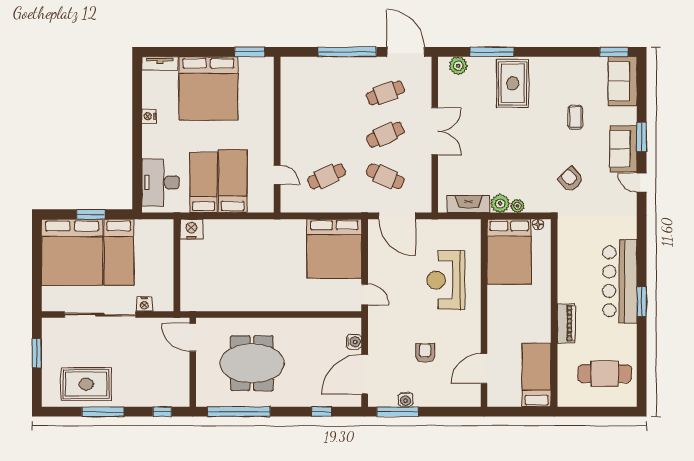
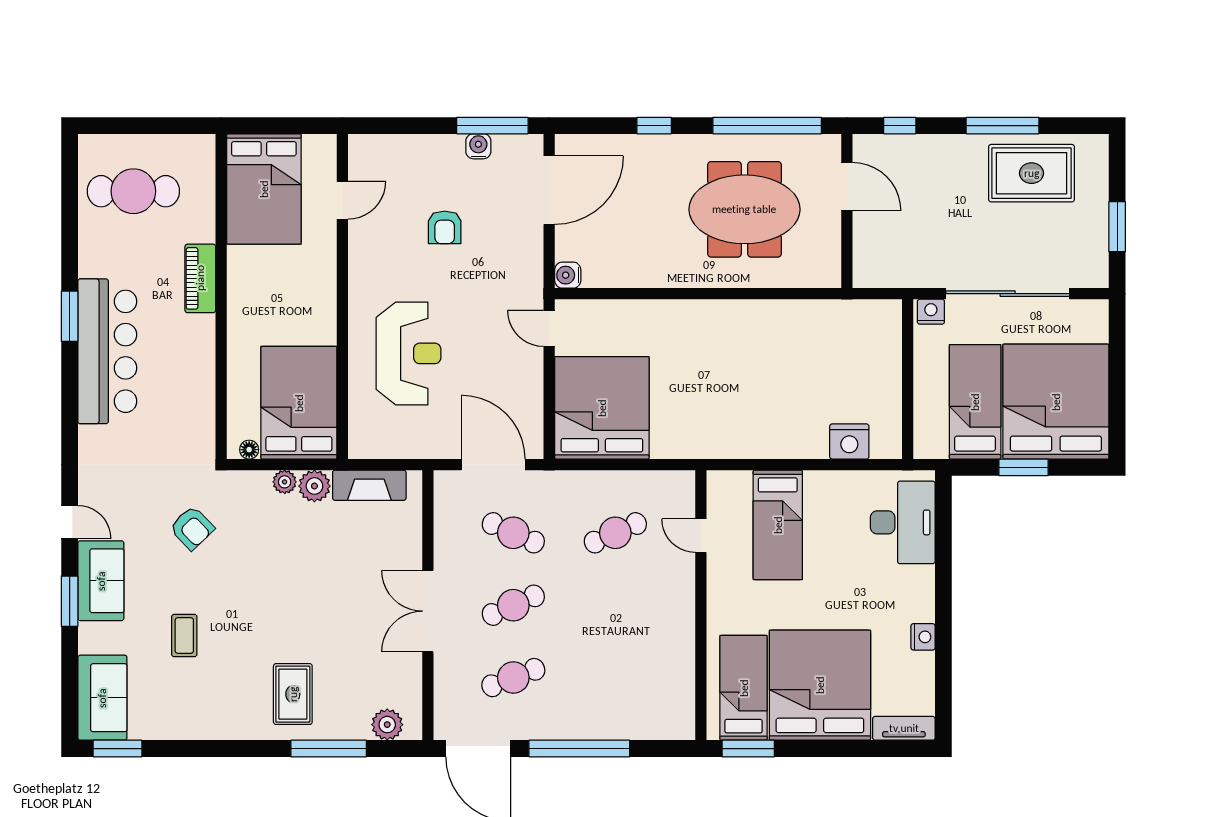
rug: (513, 83) -> (293, 694), width x0.73, depth x0.70
bed: (204, 182) -> (744, 688), moved, turned 180
wall: (177, 265) -> (908, 379), moved
door: (193, 337) -> (847, 187), moved
water cooler: (354, 342) -> (568, 275), moved
door: (484, 368) -> (342, 200), width x0.73
bed: (537, 375) -> (264, 189), width x1.50
window: (322, 412) -> (654, 126), moved

